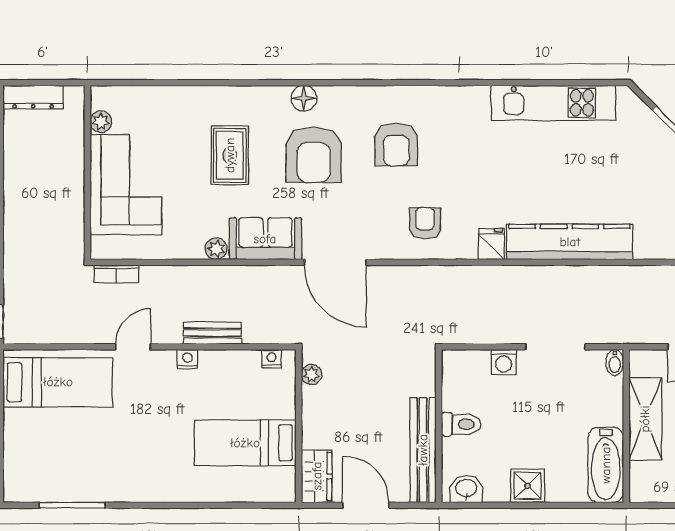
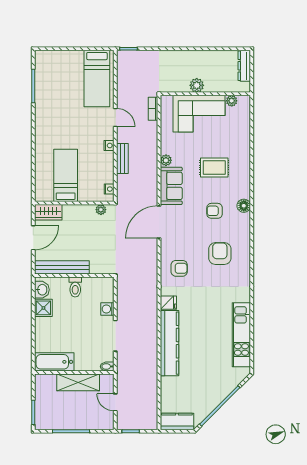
armchair: (396, 145) -> (220, 254), turned 90
armchair: (314, 155) -> (215, 211), width x0.53, depth x0.53
plant: (71, 189) -> (197, 85), added
shower: (528, 486) -> (43, 308), moved

